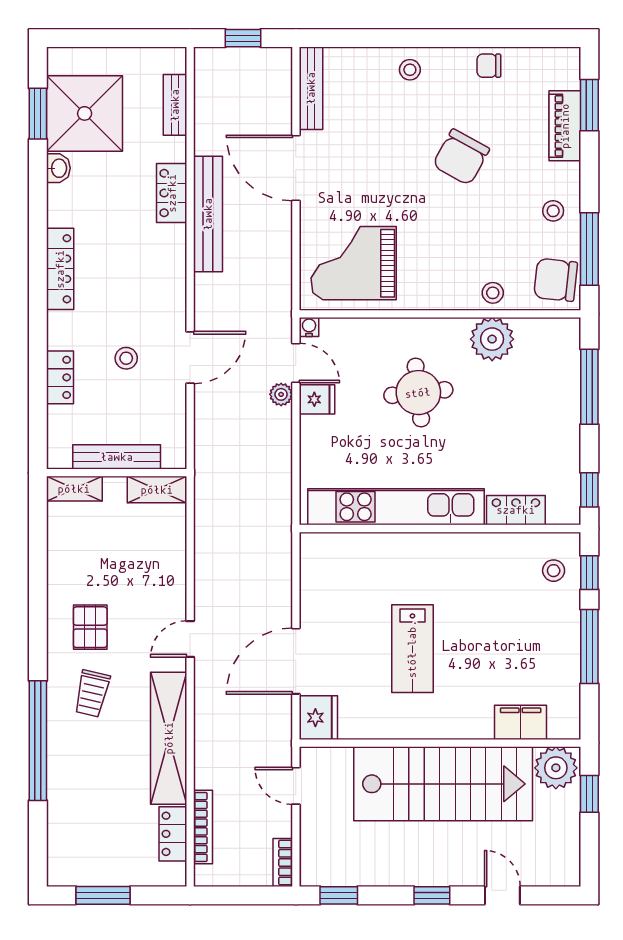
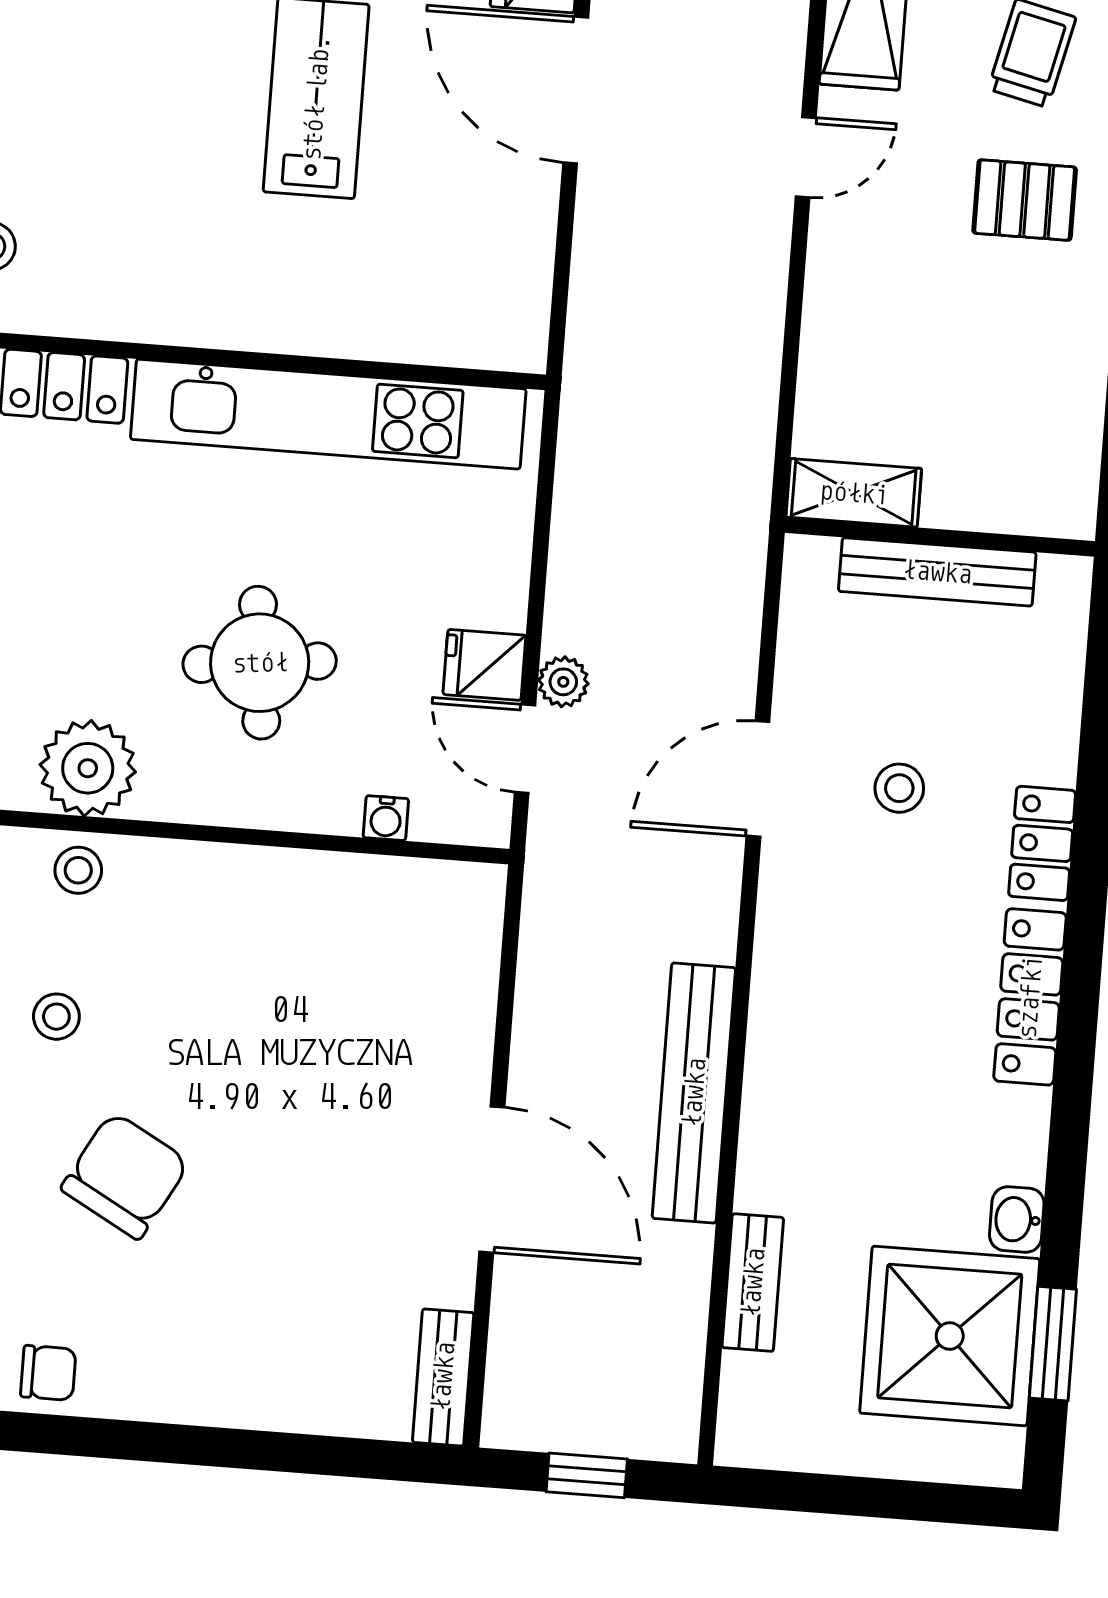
stool: (410, 70) -> (56, 1017), moved
bench: (311, 88) -> (443, 1377), width x0.73
bench: (175, 105) -> (753, 1283), moved
locker: (172, 193) -> (771, 1145), removed
grand piano: (354, 263) -> (381, 959), removed
water cooler: (309, 327) -> (386, 818), moved
locker: (60, 377) -> (1042, 843), moved
shelving: (74, 489) -> (1036, 509), removed
pallet: (90, 627) -> (1025, 200), turned 90
door: (296, 661) -> (576, 90), swing flipped

